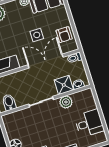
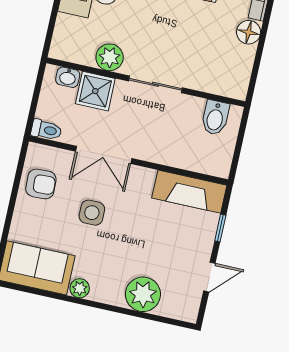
armchair: (64, 35) -> (41, 184), turned 88
double door: (46, 61) -> (104, 155), width x0.73

